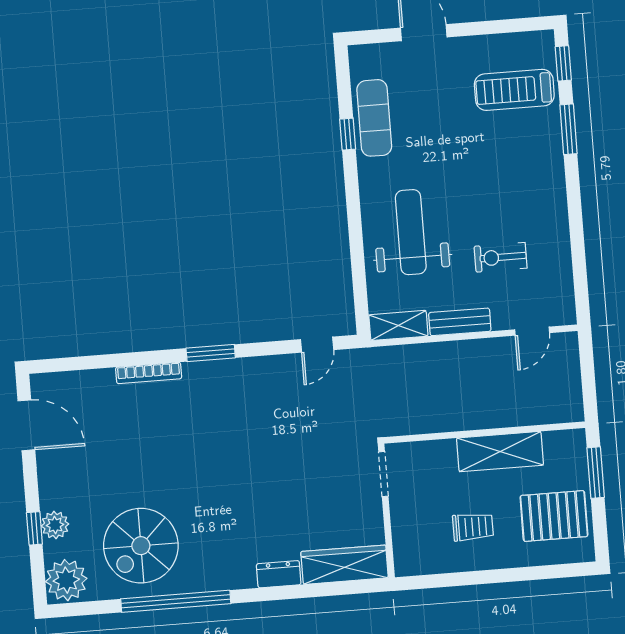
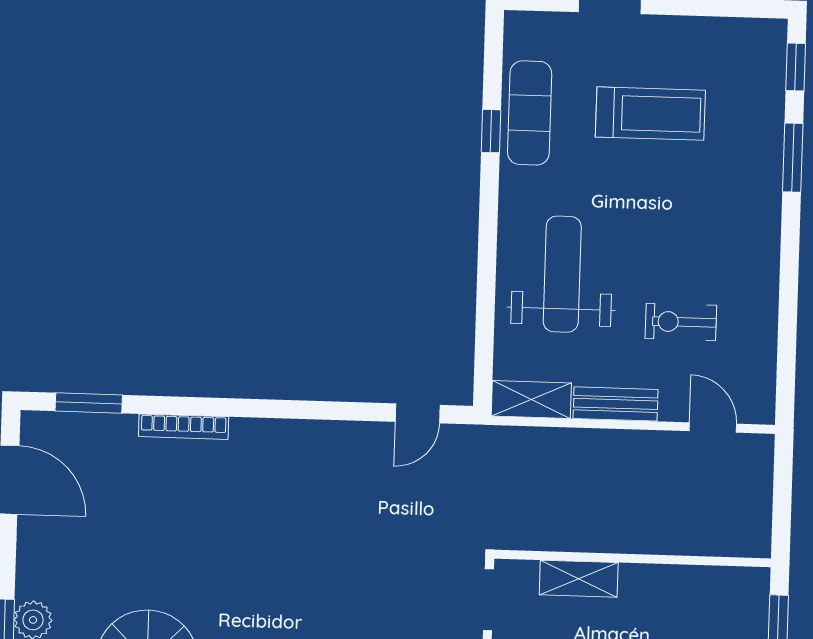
treadmill: (514, 90) -> (650, 114), moved, turned 180
door: (532, 331) -> (713, 427), swing flipped
window: (211, 353) -> (89, 403), moved
shelving: (500, 452) -> (579, 579), moved, width x0.67, depth x0.75

